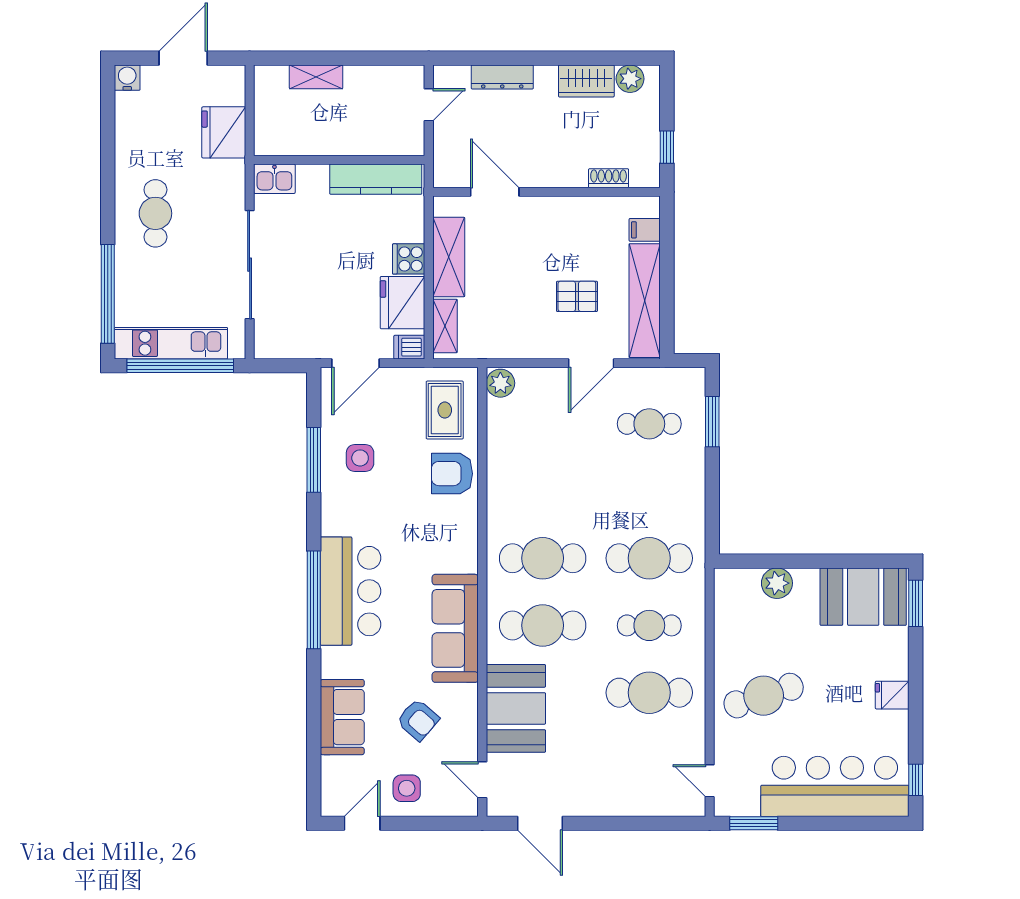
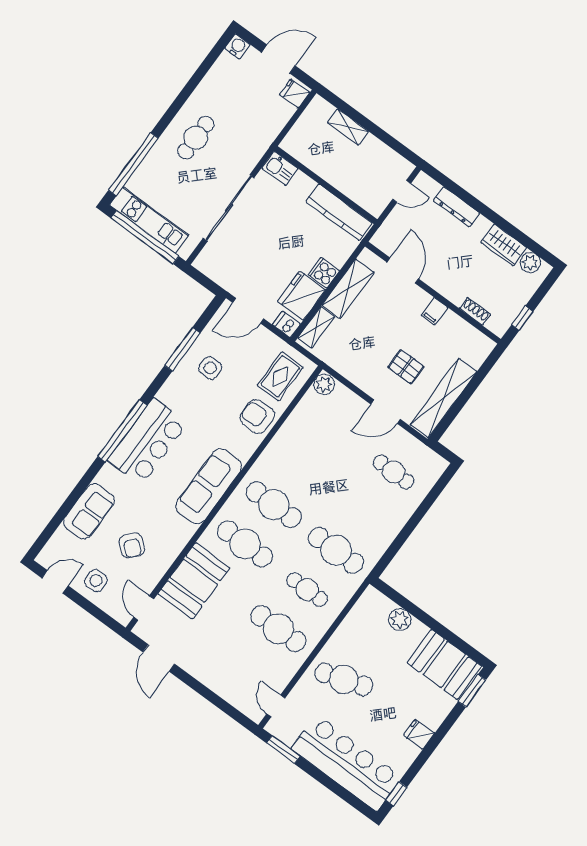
fridge: (224, 132) -> (295, 93), moved, width x0.53, depth x0.75
filing cabinet: (645, 230) -> (434, 311), moved, turned -90
window: (712, 422) -> (431, 498), removed
sofa: (455, 628) -> (209, 486), moved

